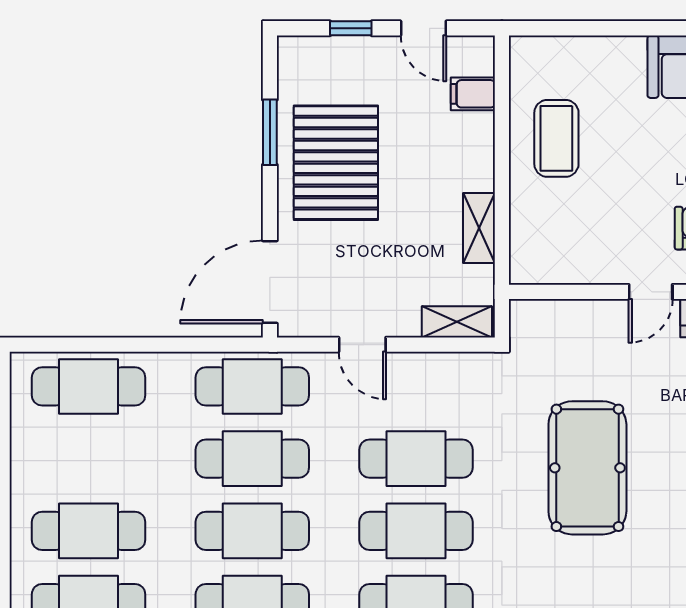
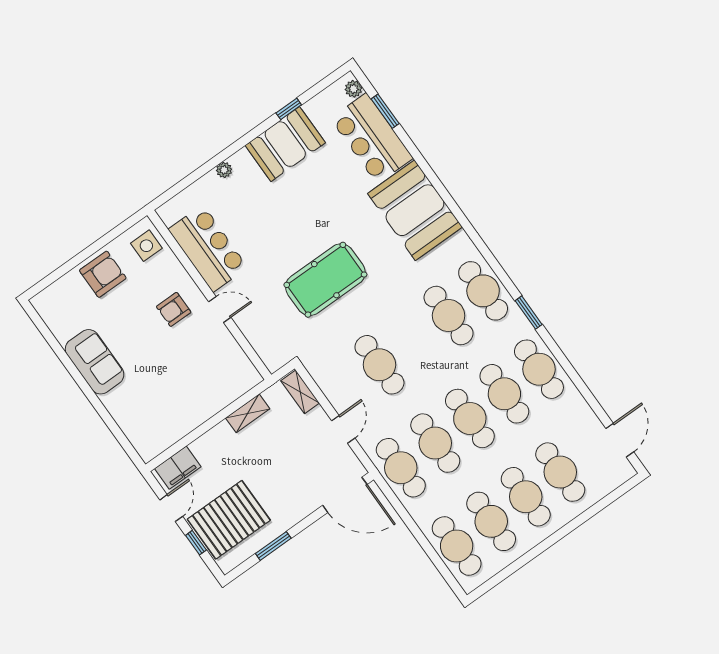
filing cabinet: (473, 94) -> (178, 468), width x2.00
coffee table: (556, 138) -> (178, 407), removed
pallet: (336, 163) -> (229, 520), moved
cafe table: (416, 531) -> (491, 521), moved

